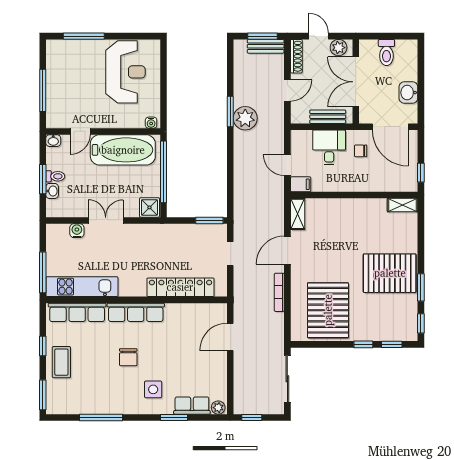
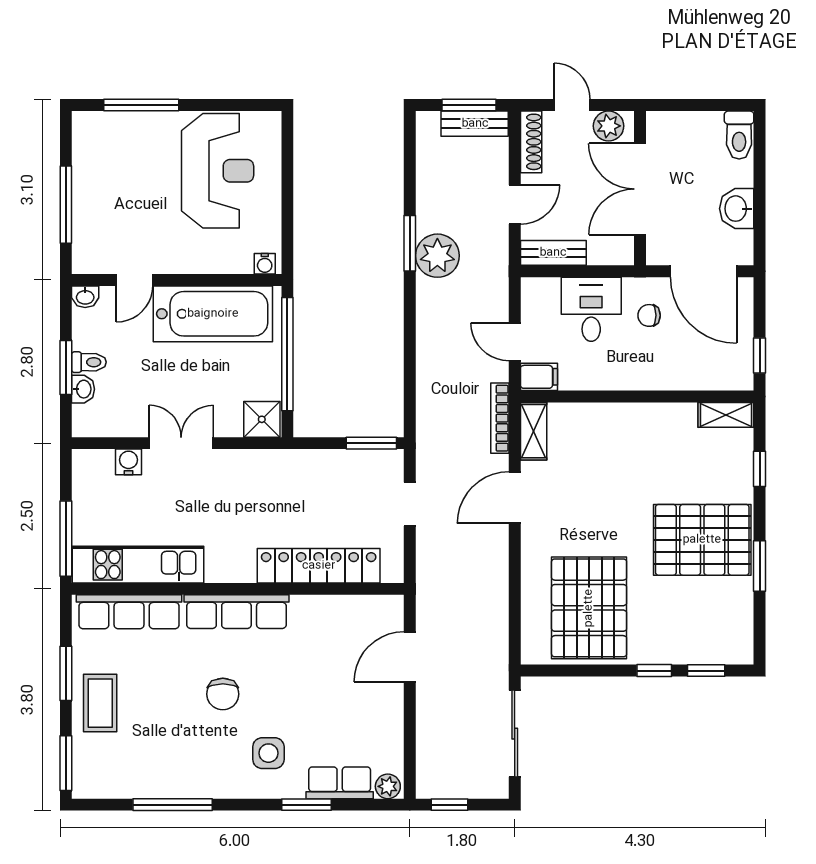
toilet: (386, 52) -> (739, 135), moved
bench: (328, 117) -> (553, 253), moved
bookcase: (279, 292) -> (500, 418), moved
window: (421, 323) -> (760, 469), moved
window: (43, 346) -> (66, 673), width x1.50

